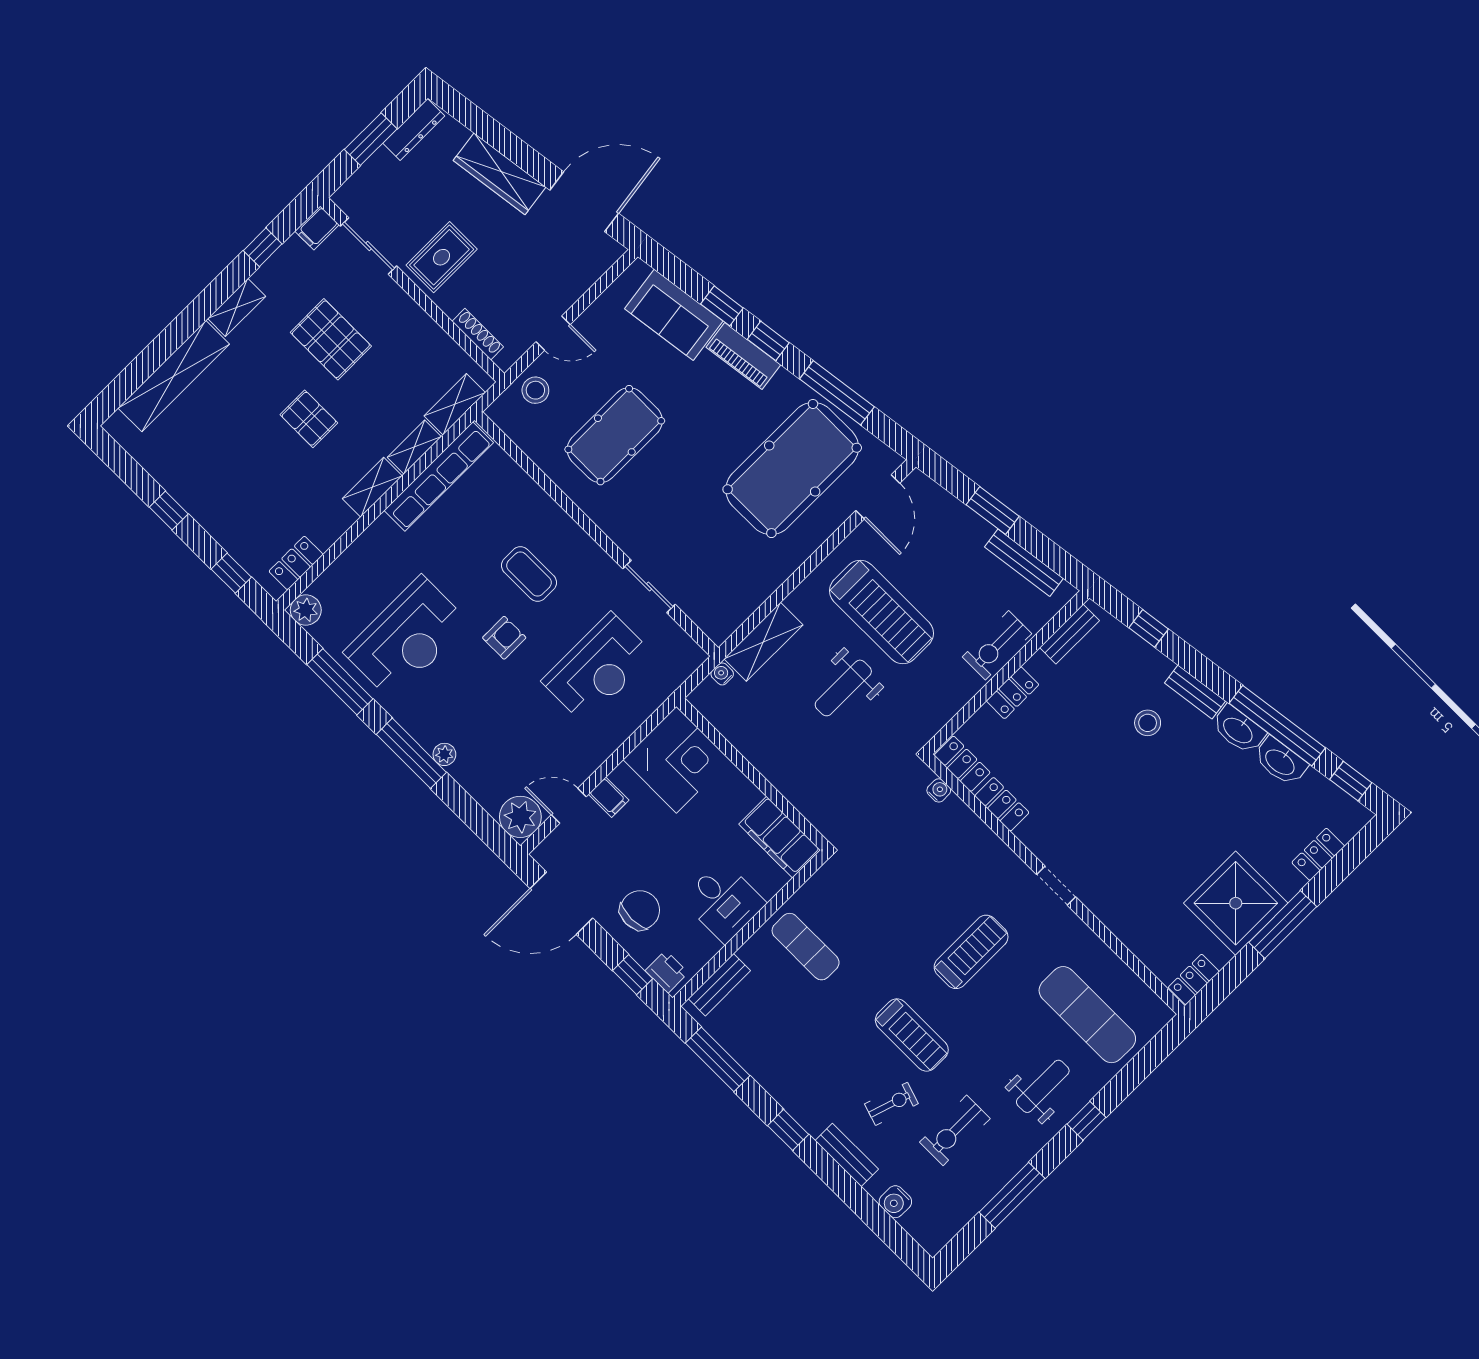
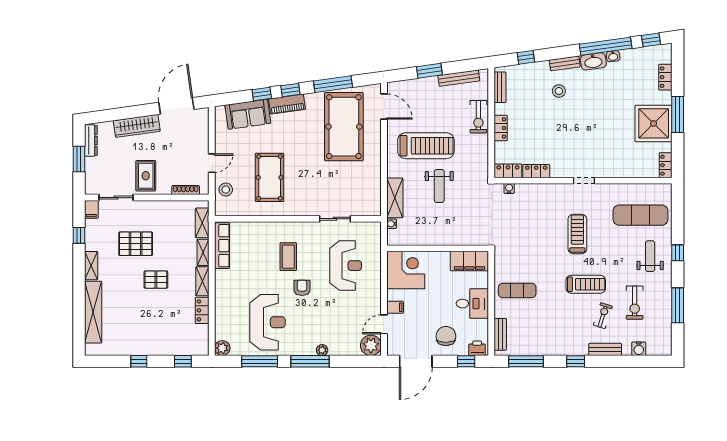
row of seats: (439, 476) -> (222, 246), width x0.73
locker: (296, 563) -> (202, 310), moved
coffee table: (529, 574) -> (288, 257), turned 90
washbasin: (1280, 761) -> (613, 56), width x0.52, depth x0.69

